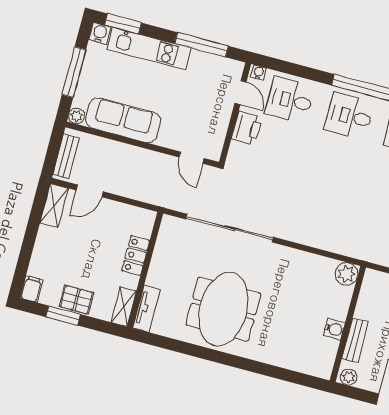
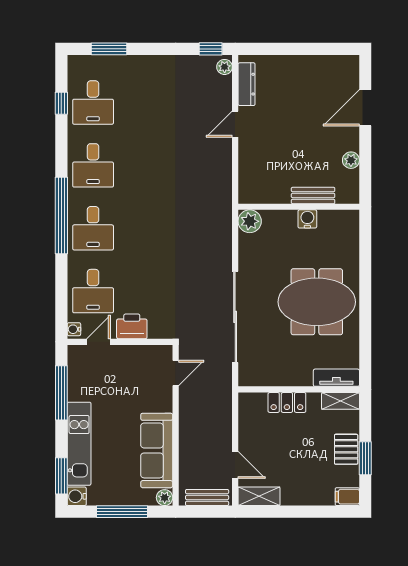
plant: (346, 274) -> (250, 221), moved
wall: (348, 324) -> (299, 207), moved
water cooler: (334, 329) -> (307, 219), moved
bench: (355, 340) -> (313, 195), moved

